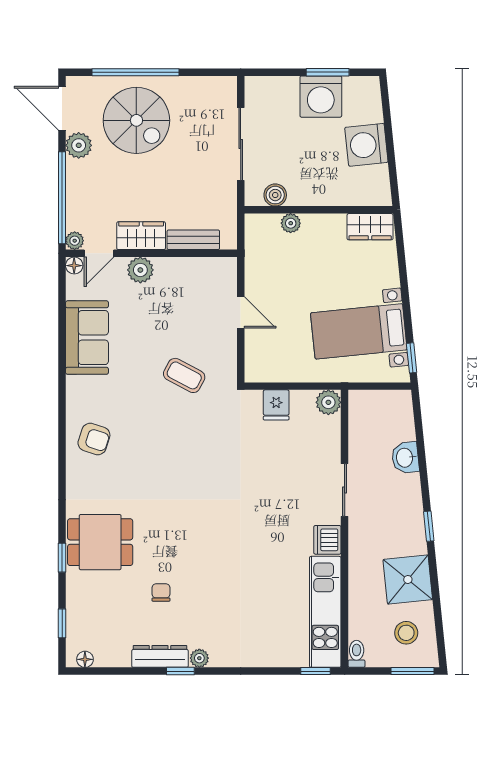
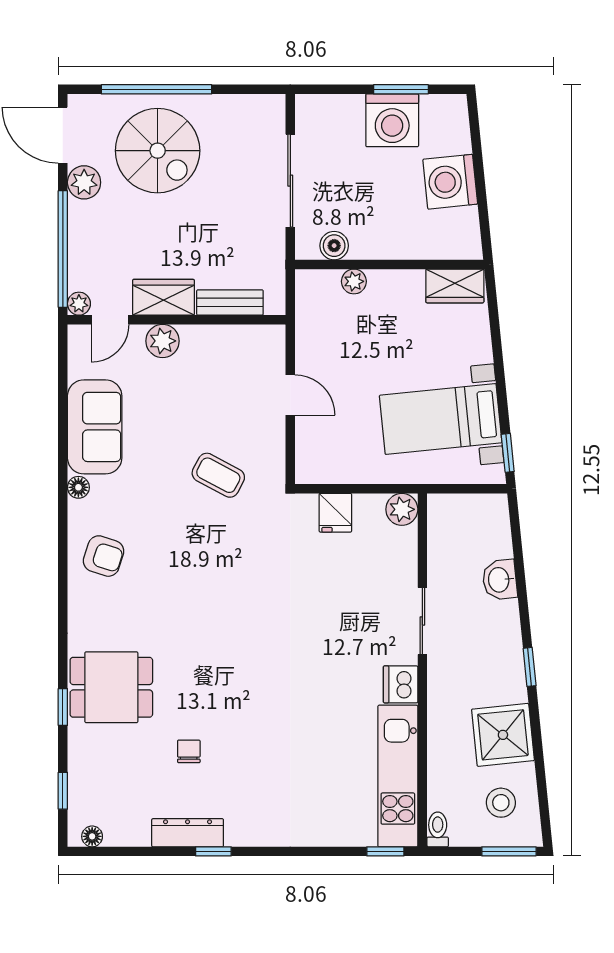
floor lamp: (74, 266) -> (78, 487), moved
plant: (199, 658) -> (238, 835), removed

